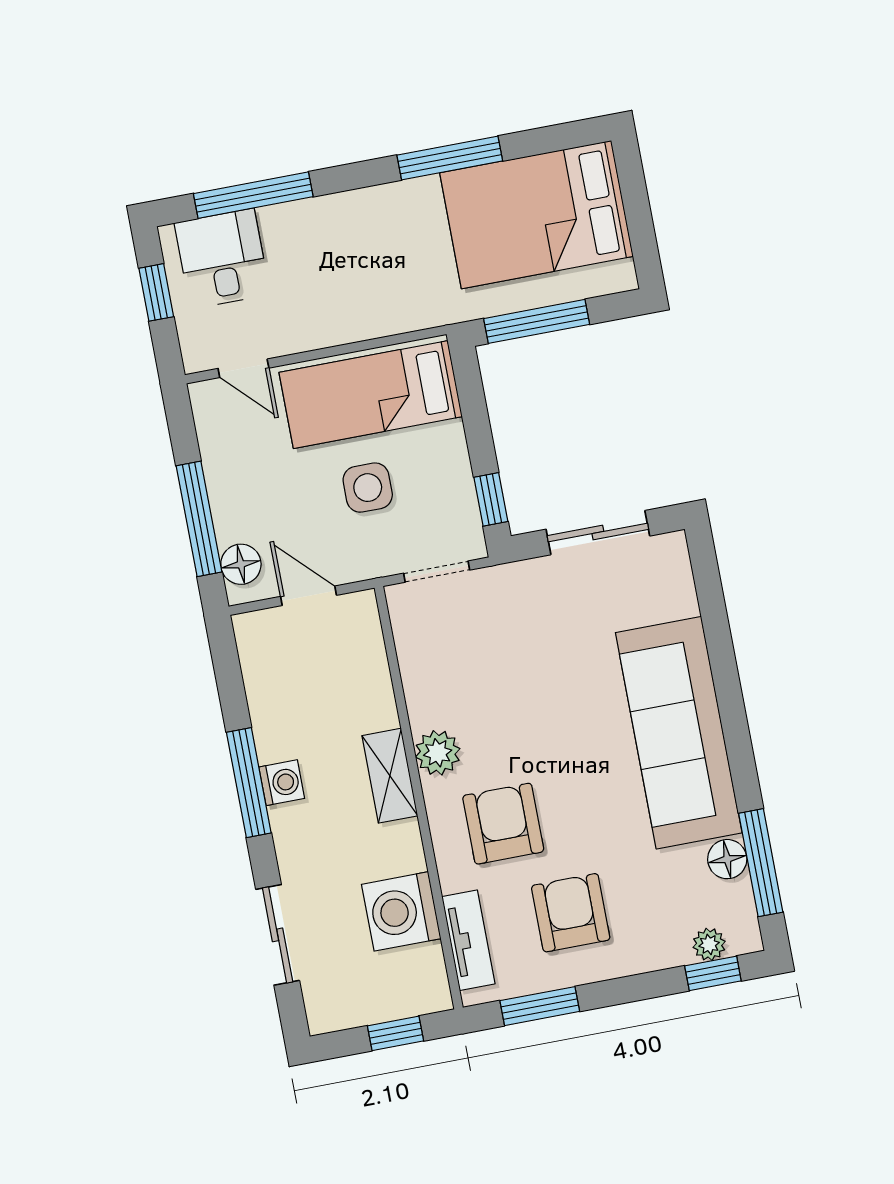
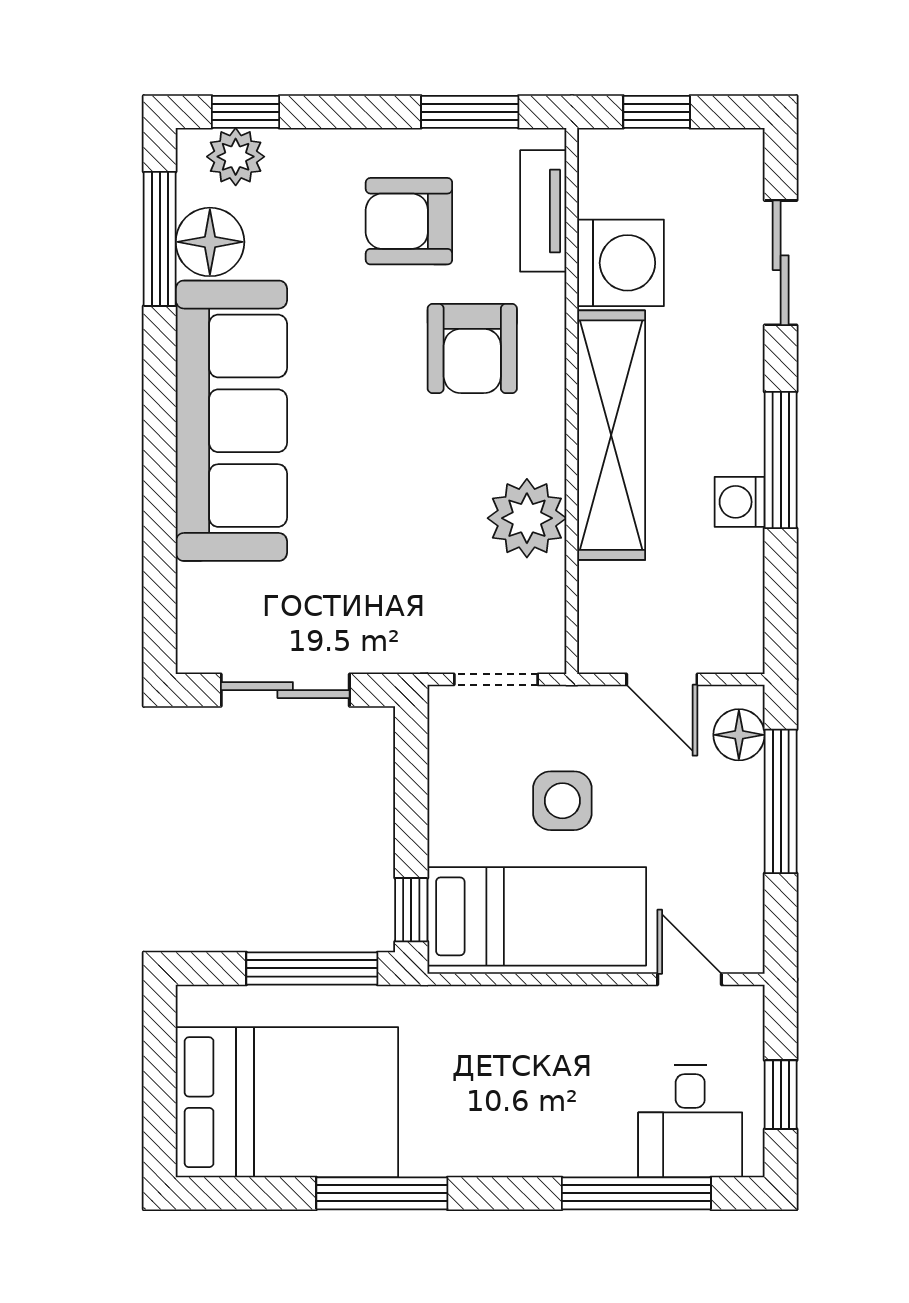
window: (491, 499) -> (411, 910), moved
plant: (438, 753) -> (527, 518), moved, width x1.36, depth x1.36
shelving: (390, 776) -> (611, 435), width x2.20, depth x1.33
washing machine: (282, 783) -> (740, 502), moved
floor lamp: (727, 859) -> (210, 242), width x1.38, depth x1.38
armchair: (571, 913) -> (409, 221), turned 90
plant: (709, 944) -> (236, 157), width x1.38, depth x1.38

